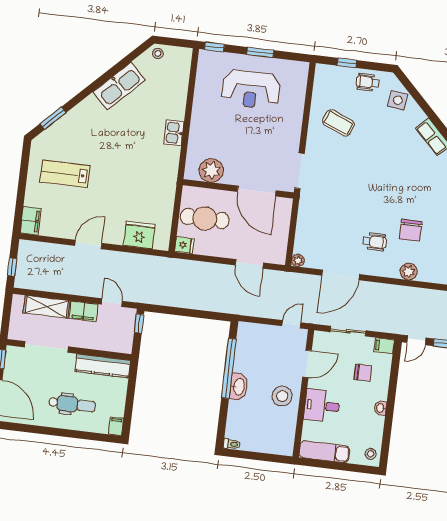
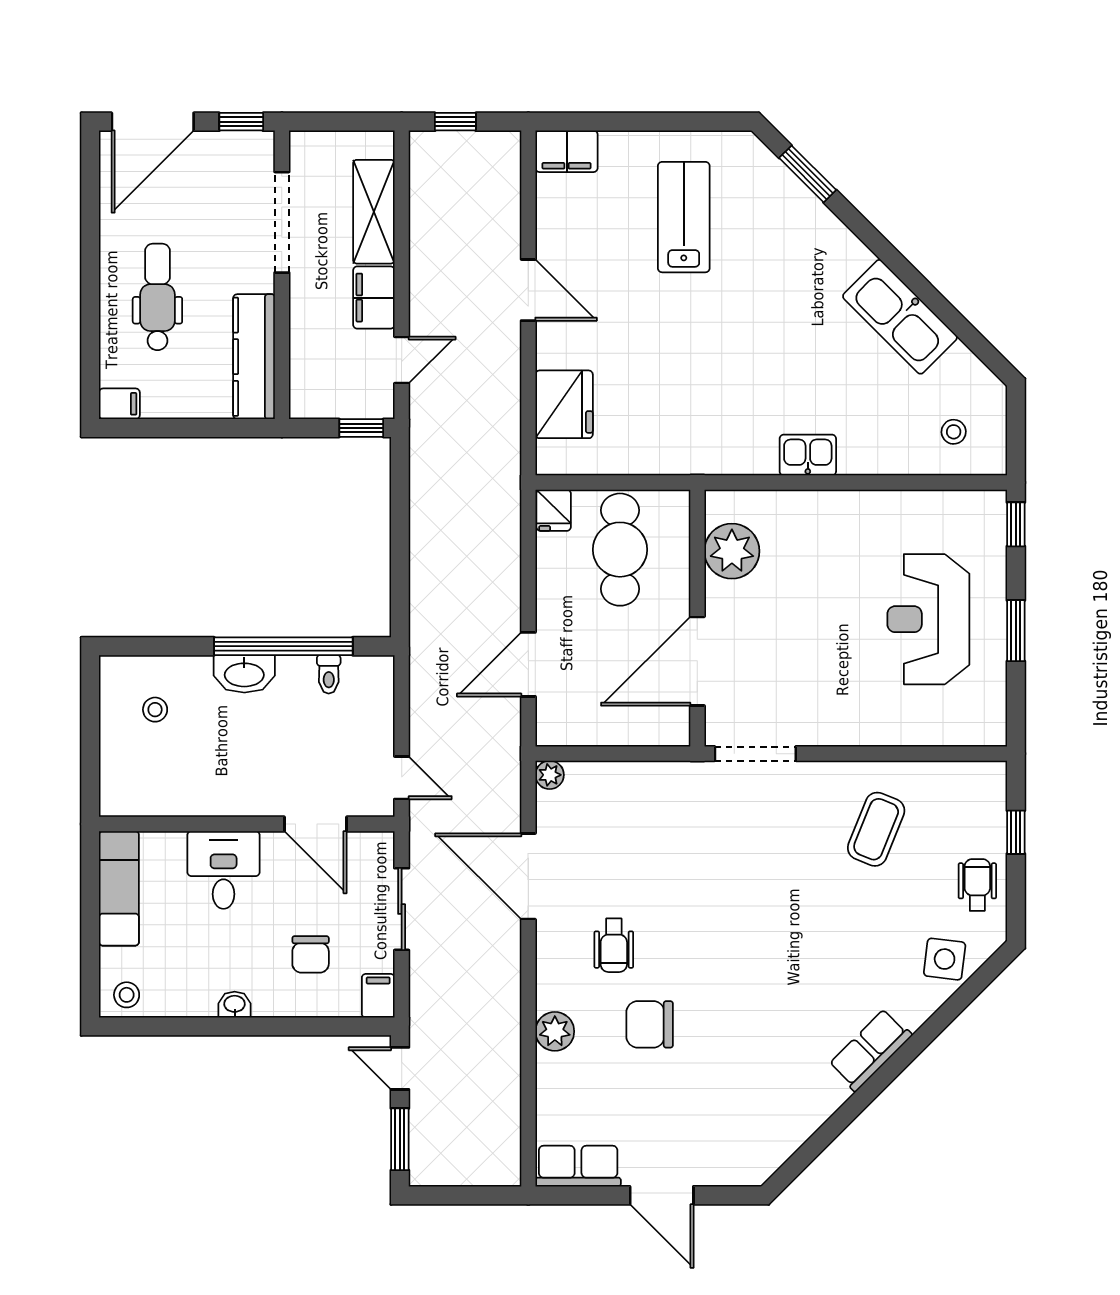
stool: (158, 53) -> (954, 432), moved
stool: (282, 396) -> (155, 710), moved, width x0.53, depth x0.53
dental chair: (72, 404) -> (157, 297), turned 180
toilet: (232, 444) -> (329, 674), moved

